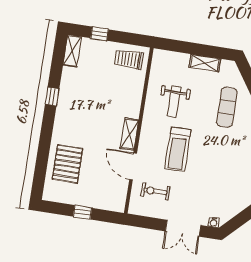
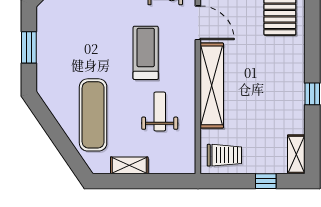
exercise mat: (227, 107) -> (93, 115), width x1.36, depth x1.45
shelving: (129, 134) -> (212, 85), width x2.20, depth x1.33

